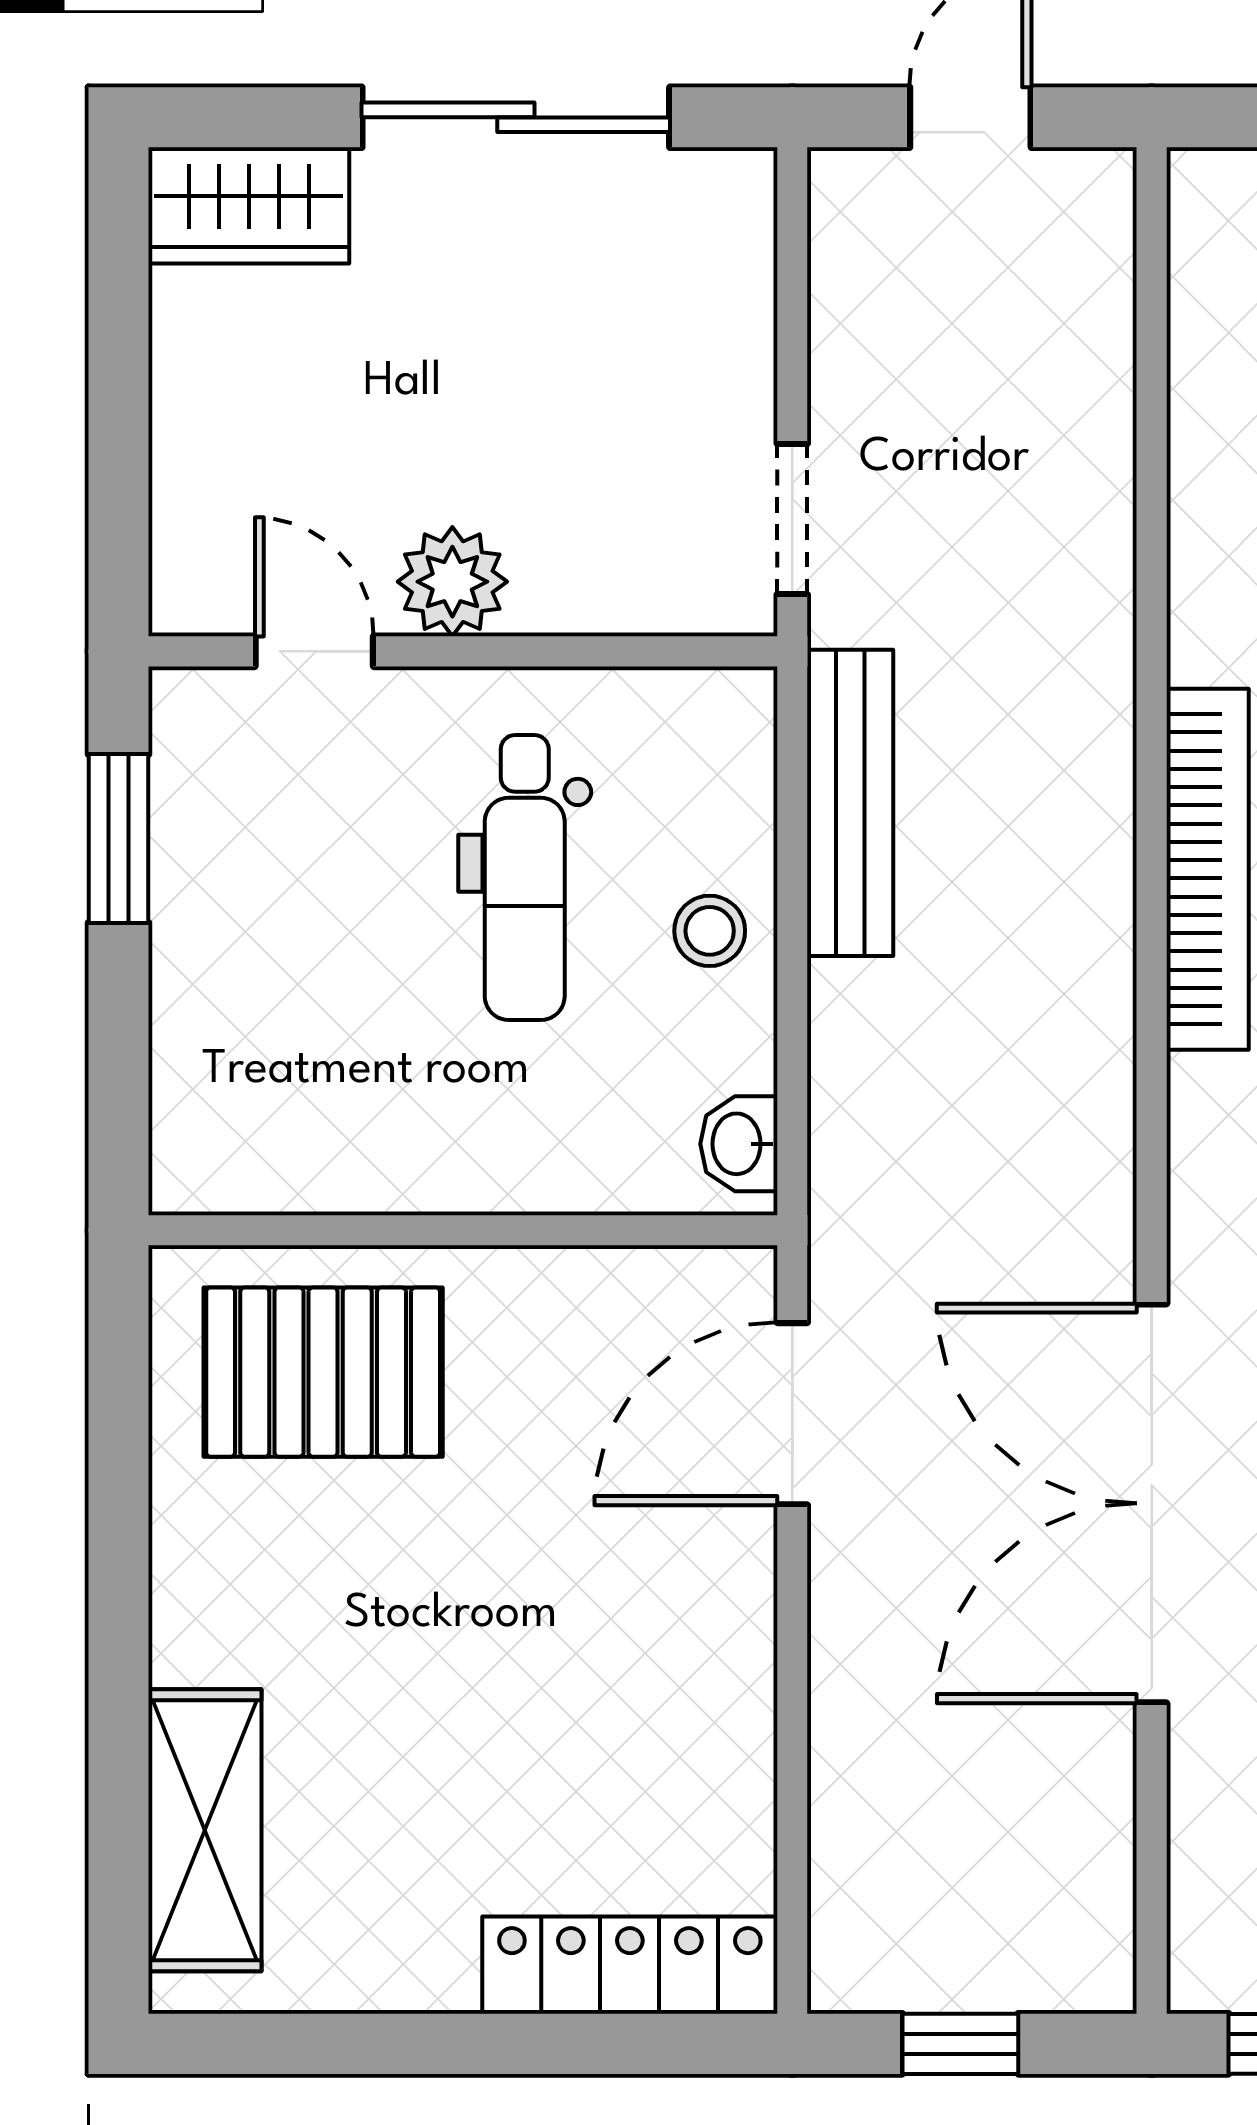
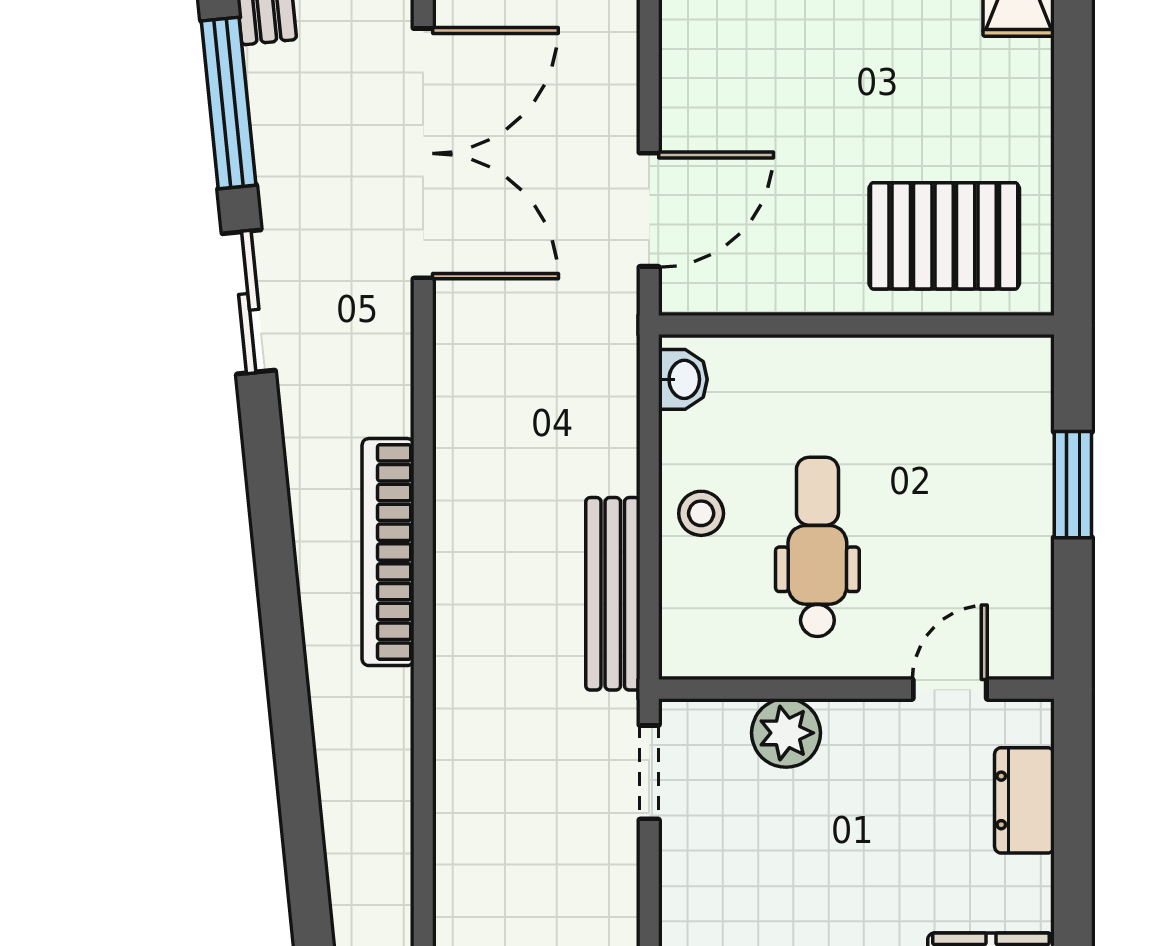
dresser: (196, 474) -> (1024, 800), added
plant: (452, 582) -> (786, 733), moved
door: (314, 651) -> (950, 689), swing flipped
window: (118, 838) -> (1073, 485), moved

